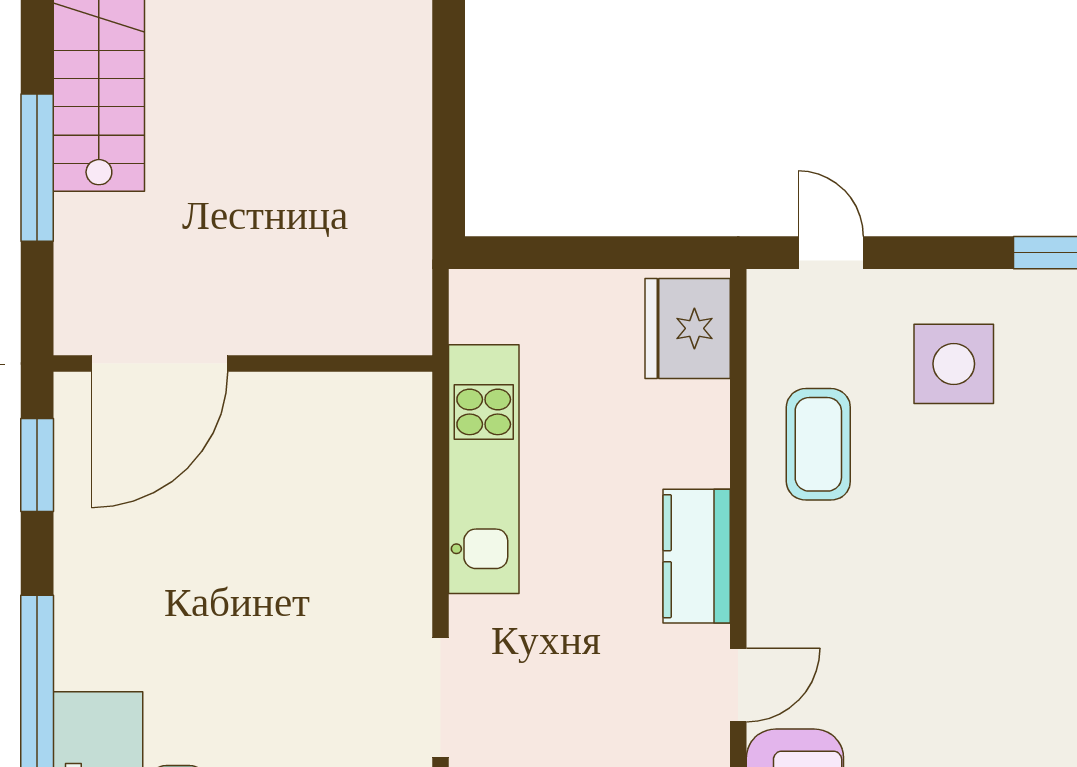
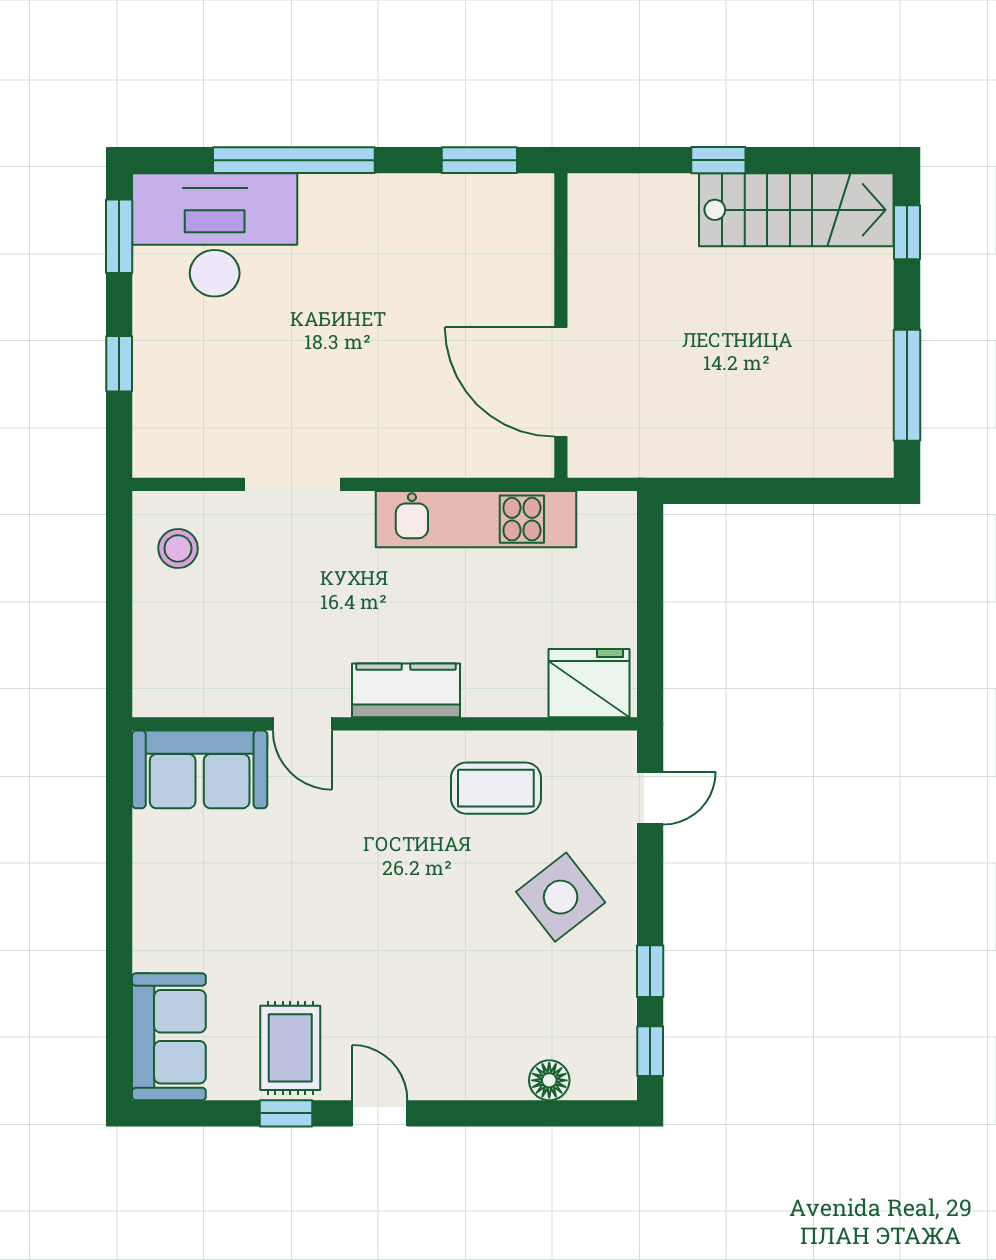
window: (37, 168) -> (718, 160), width x0.46
door: (160, 364) -> (561, 382), moved
side table: (954, 364) -> (561, 897), turned -38

